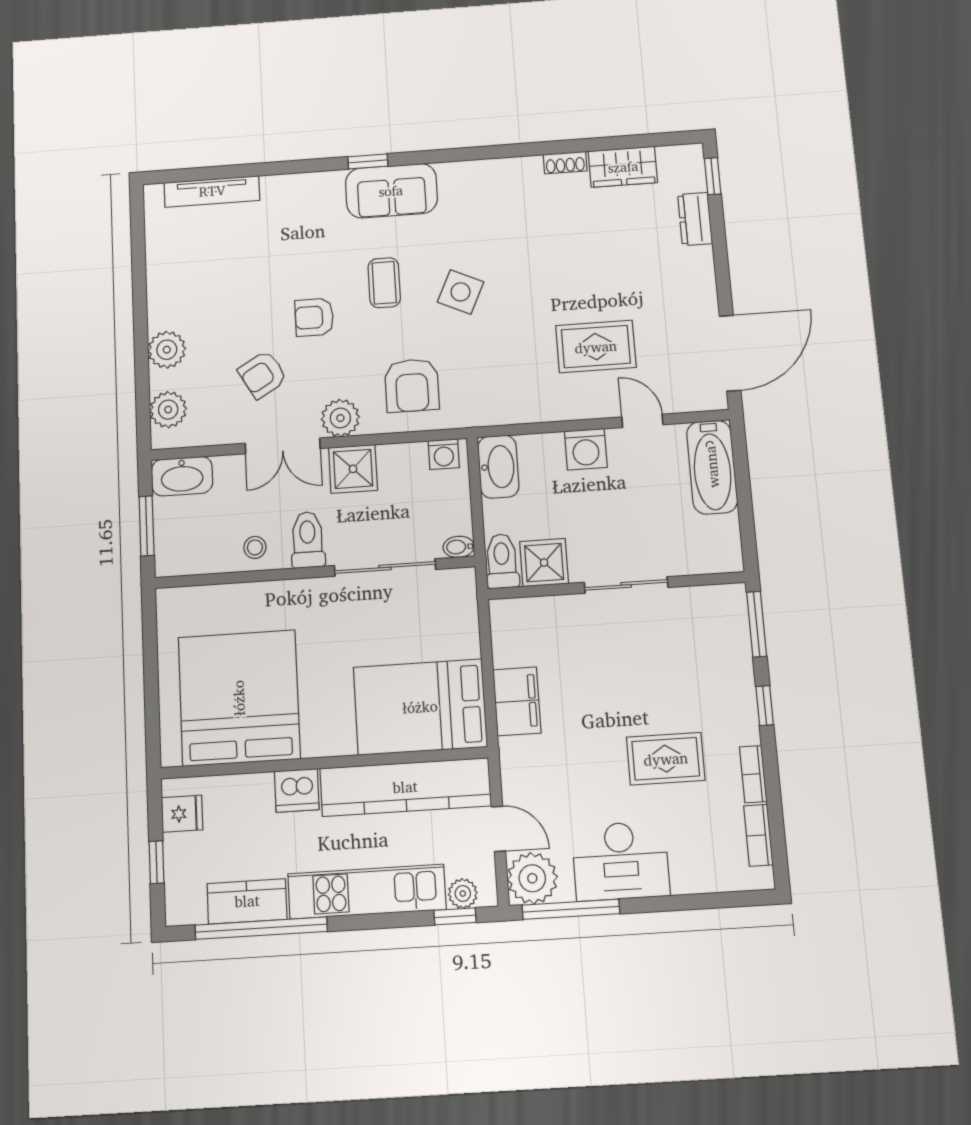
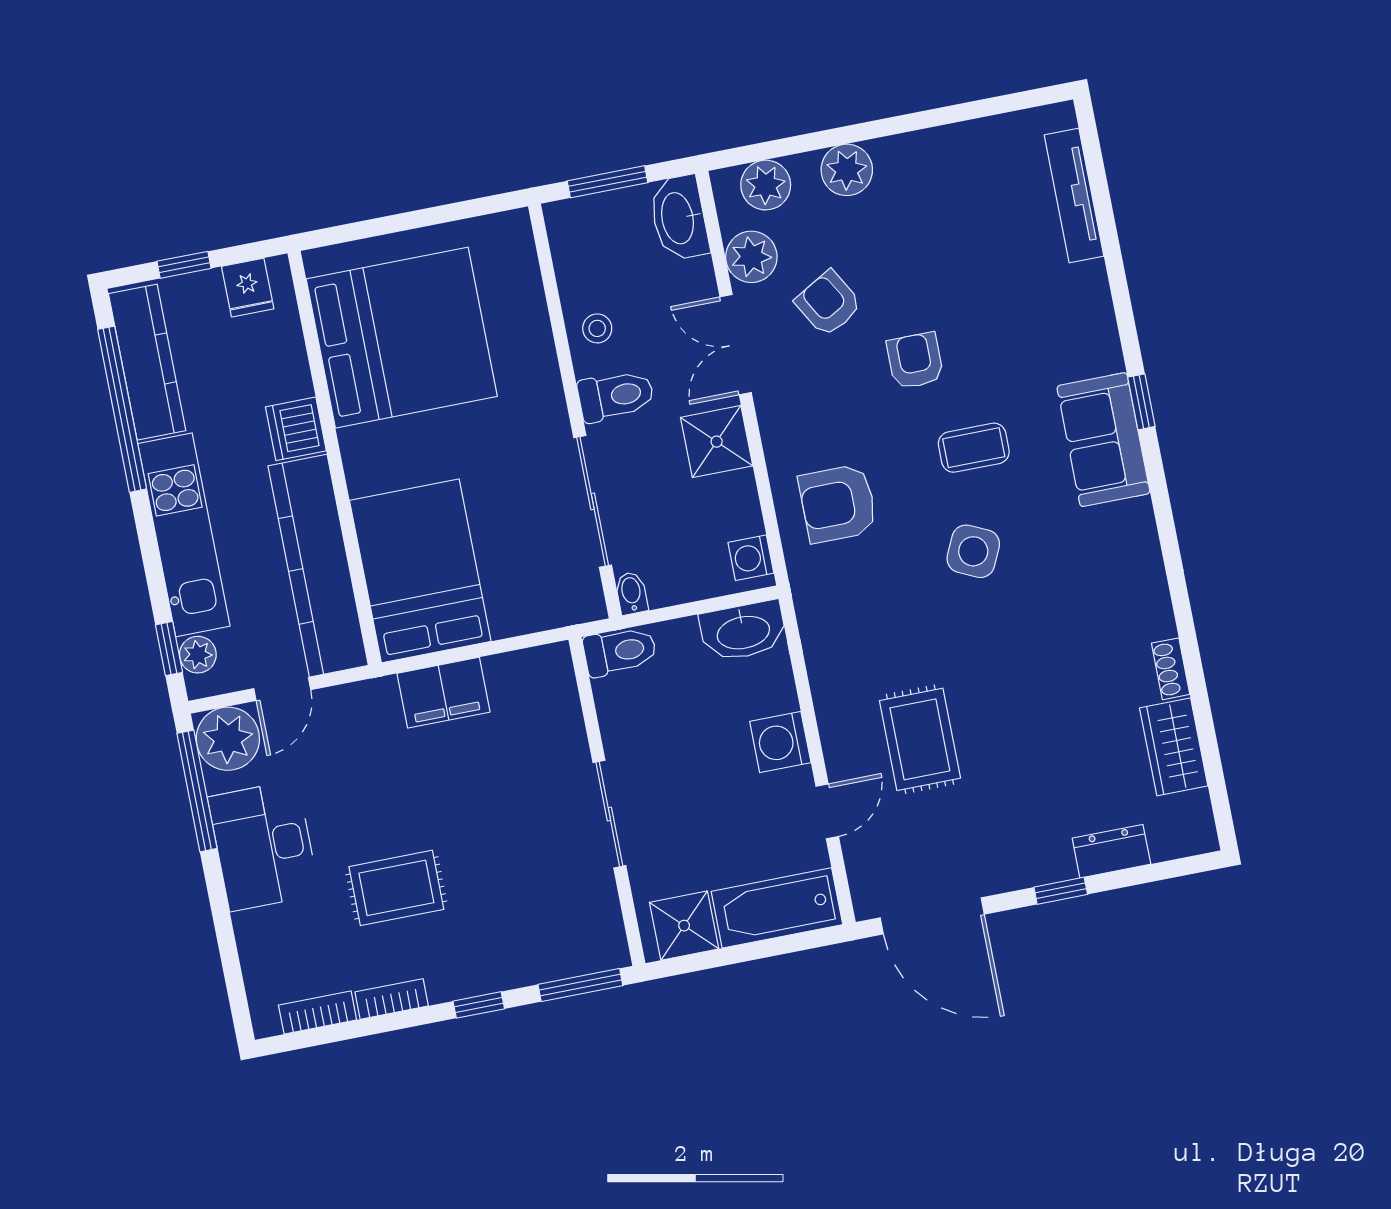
window: (713, 176) -> (1061, 891), moved
plant: (340, 418) -> (751, 257), moved
shower: (544, 563) -> (684, 926), moved
rug: (666, 759) -> (396, 888), turned 90
kitchen counter: (247, 901) -> (147, 362), width x1.50

